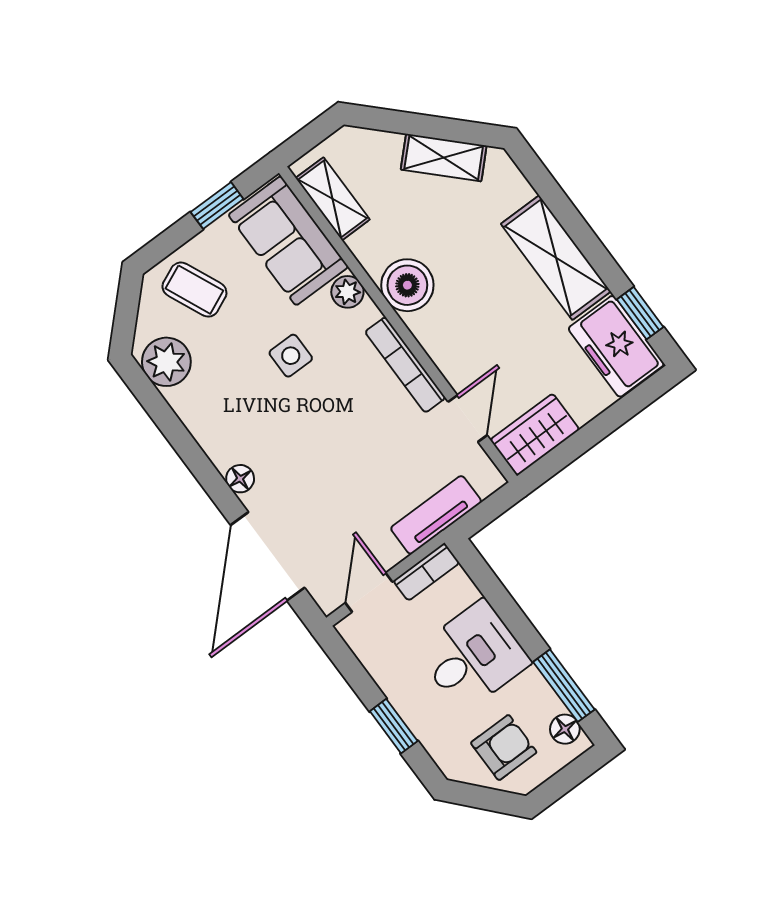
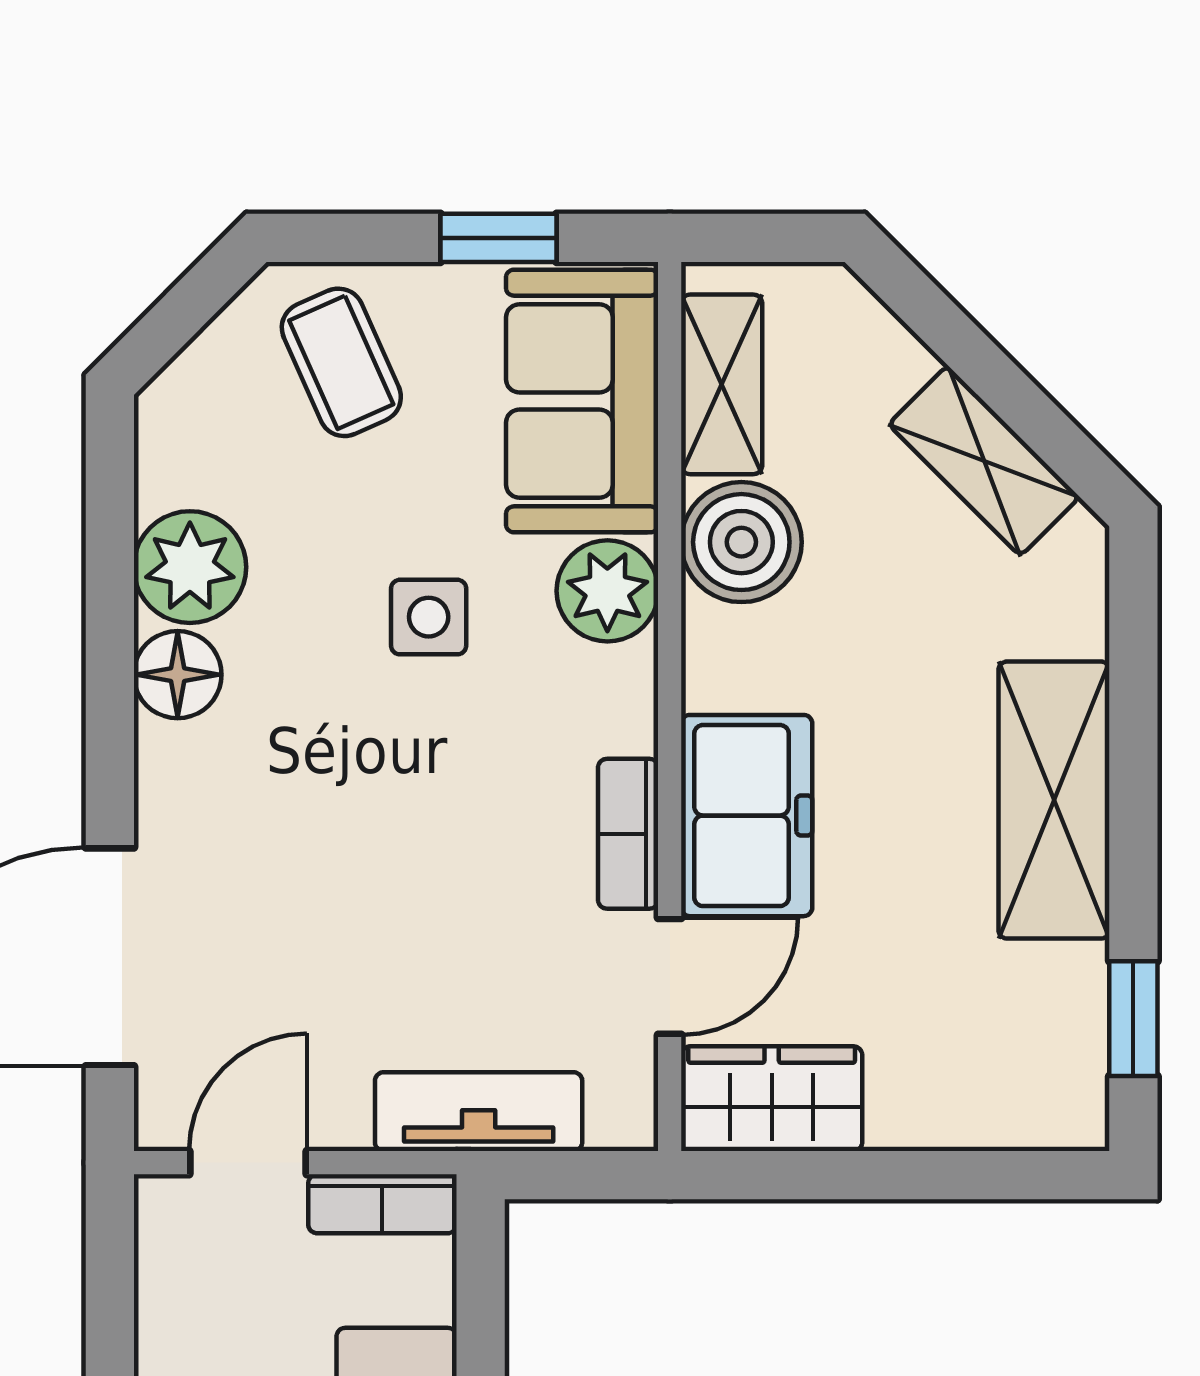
boiler: (407, 285) -> (741, 542), moved
plant: (347, 292) -> (607, 591), width x1.38, depth x1.38
freezer: (616, 346) -> (747, 816), moved, turned 180
plant: (166, 362) -> (190, 567), moved
bookcase: (405, 365) -> (628, 834), width x0.64
floor lamp: (240, 479) -> (178, 675), moved, width x1.37, depth x1.37

